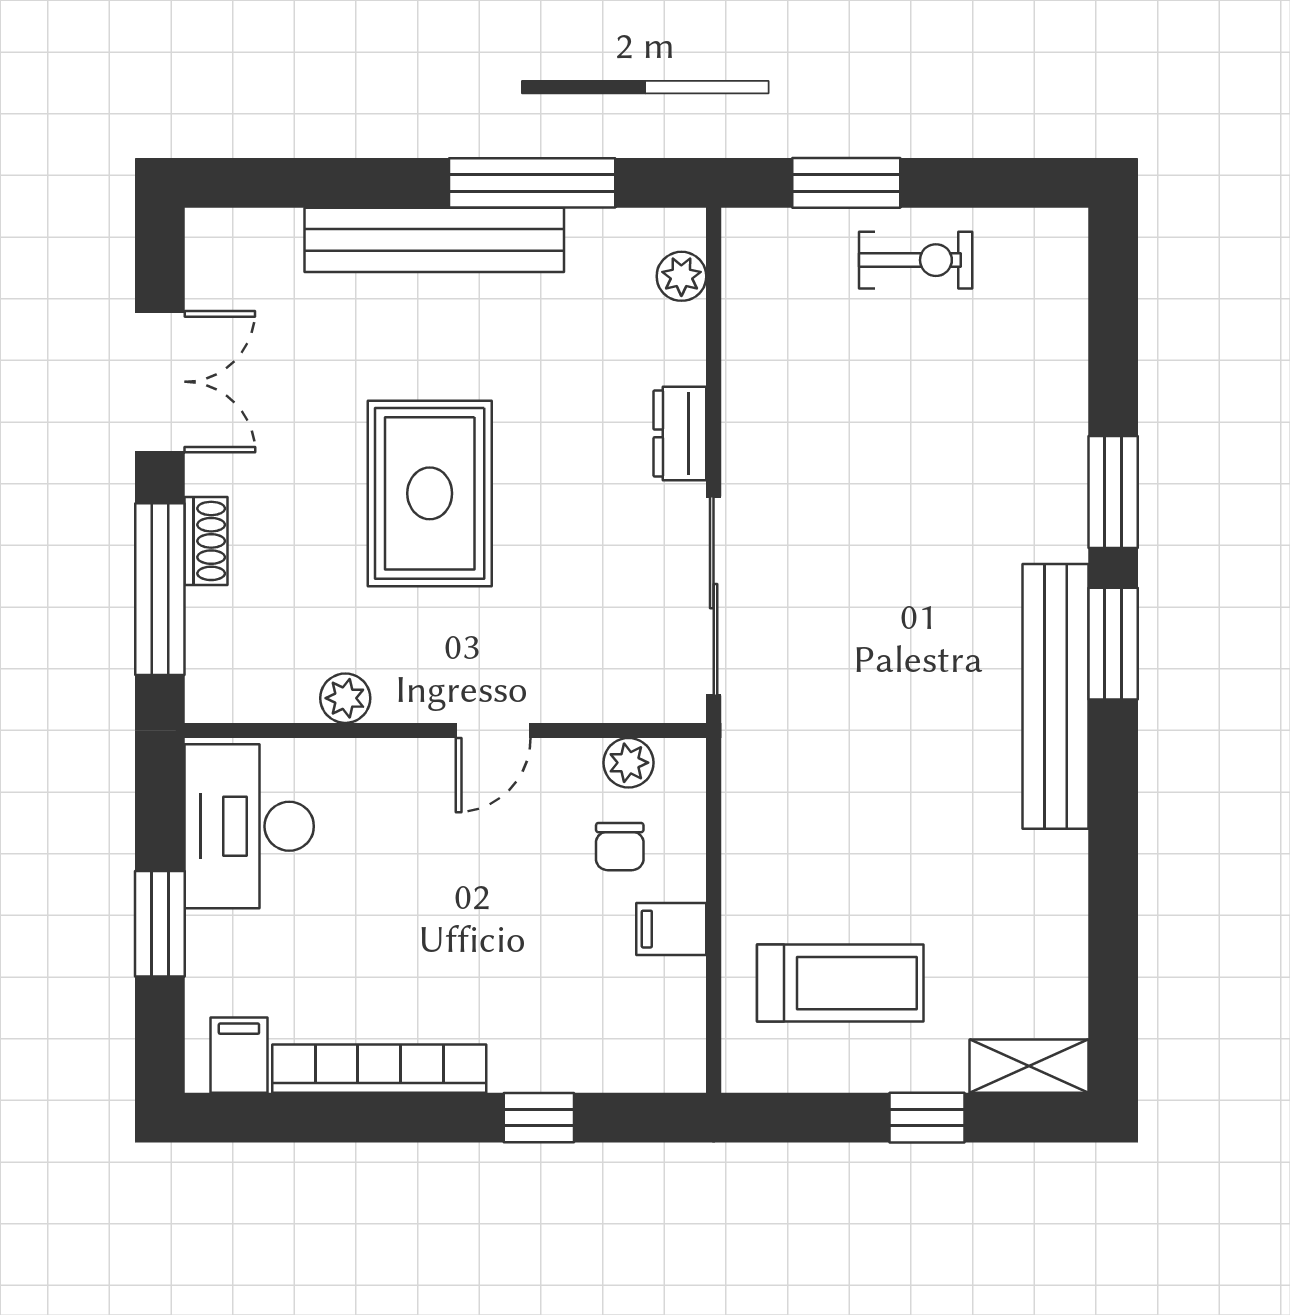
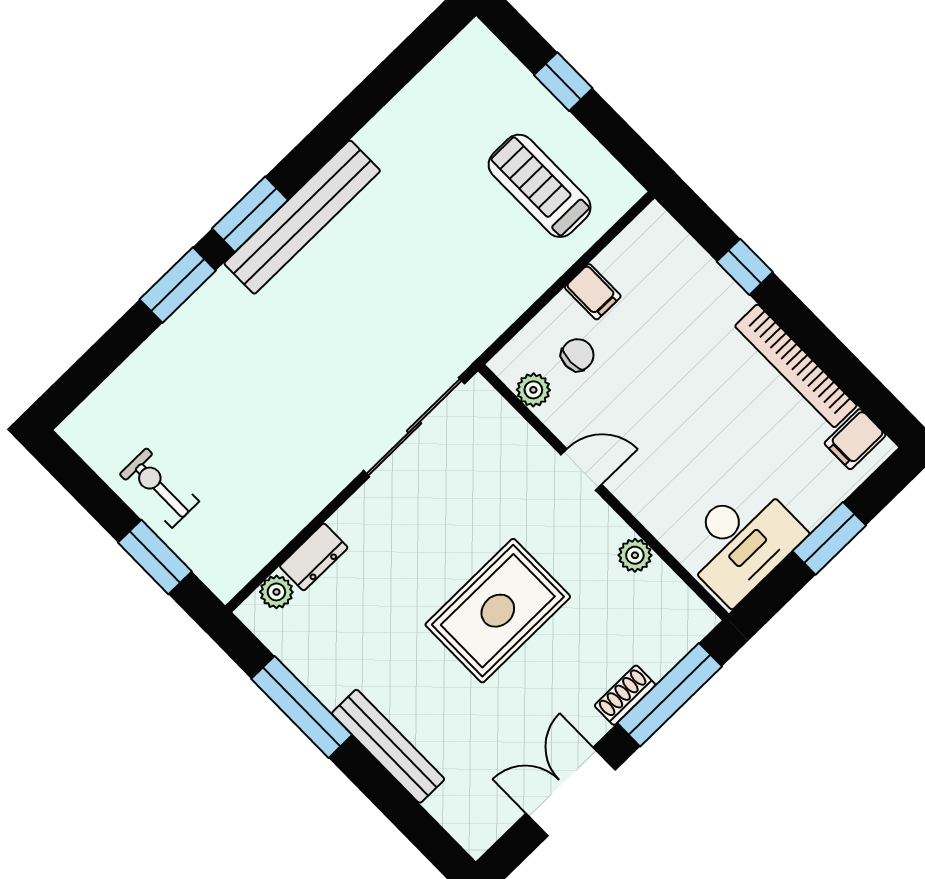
bench: (434, 240) -> (388, 746), width x0.73, depth x0.82
dresser: (680, 433) -> (314, 557), moved
shelving: (1029, 1066) -> (491, 57), removed

